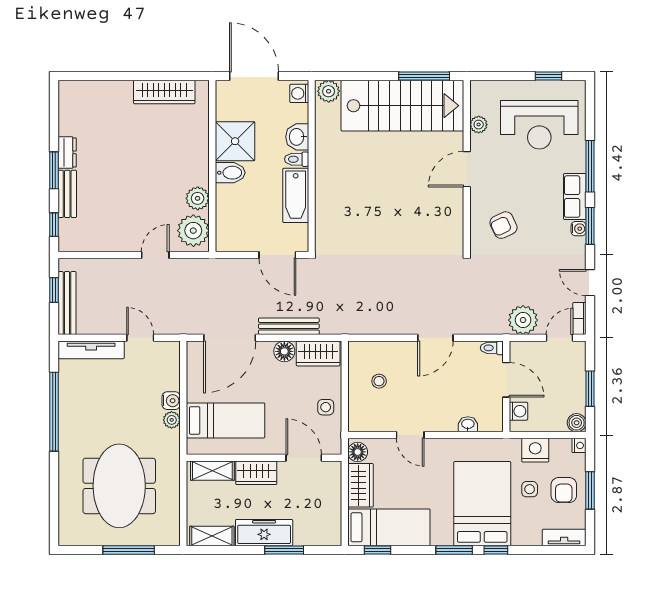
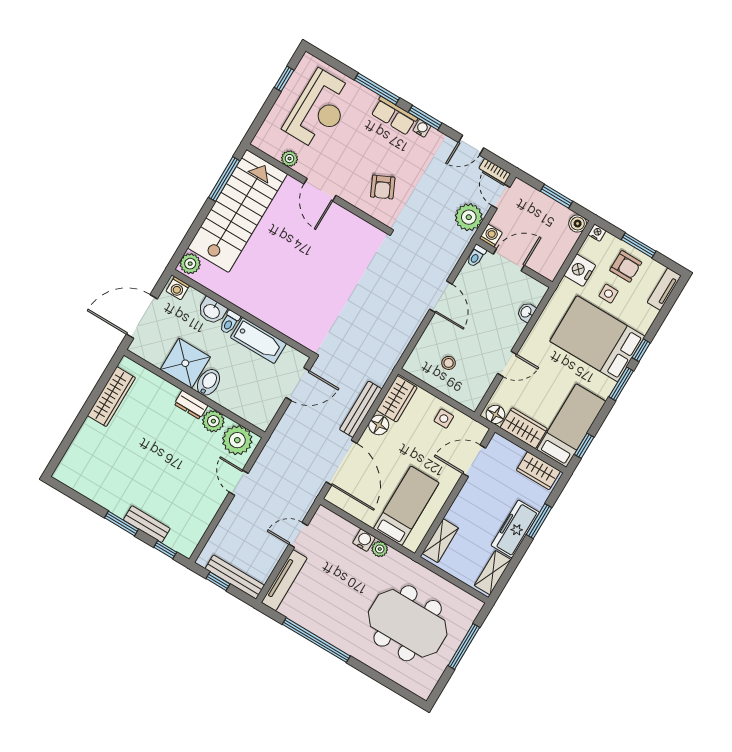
dresser: (67, 152) -> (191, 405), moved, turned 180
washing machine: (518, 411) -> (491, 235), moved
wardrobe: (256, 473) -> (538, 471), moved, turned 90

